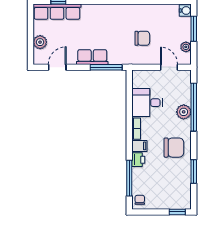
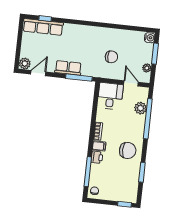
plant: (40, 42) -> (25, 64), moved
desk: (147, 103) -> (110, 96), moved, turned 90
plant: (184, 112) -> (141, 108), moved

